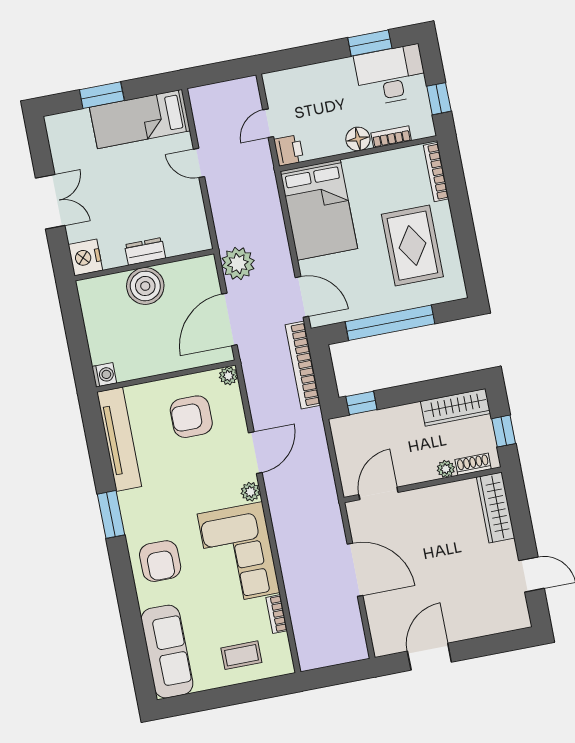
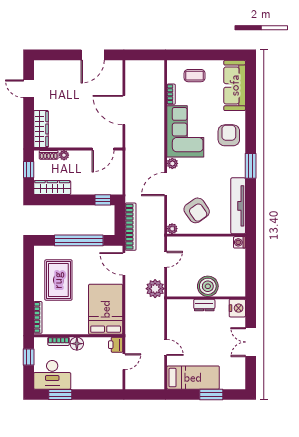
door: (229, 319) -> (166, 259), width x0.53
armchair: (191, 417) -> (197, 210), turned 55

